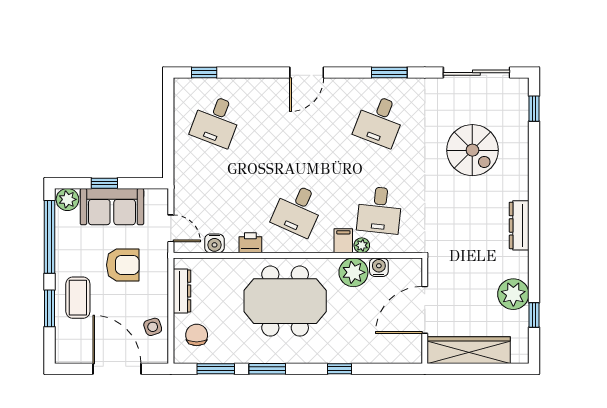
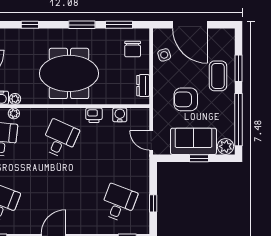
window: (168, 120) -> (153, 203), added
door: (171, 228) -> (151, 140), moved
filing cabinet: (343, 241) -> (27, 117), removed
plant: (353, 272) -> (15, 99), width x0.53, depth x0.53
dresser: (182, 291) -> (143, 86), width x0.70

